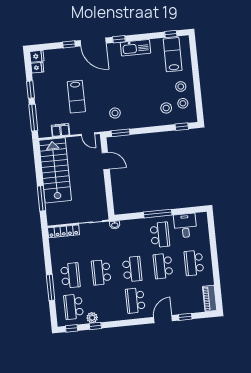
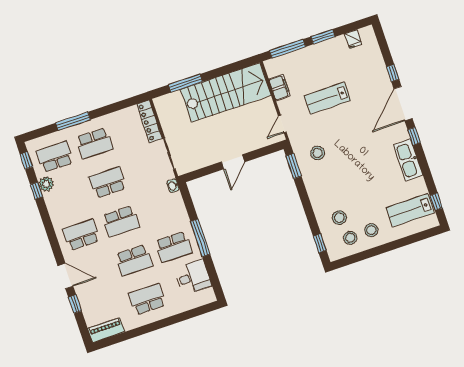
lab bench: (173, 55) -> (410, 210), turned 180
fridge: (37, 56) -> (368, 35), removed
door: (106, 161) -> (233, 162), moved
school desk: (163, 266) -> (134, 260), turned 180

